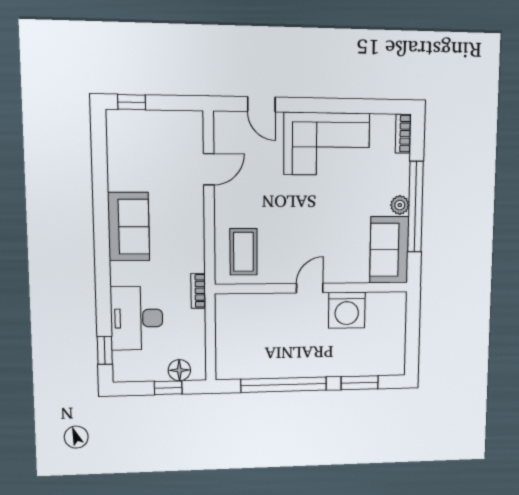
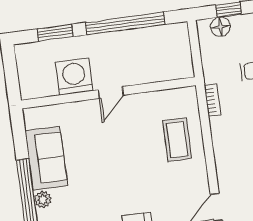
door: (310, 288) -> (111, 93), moved
wall: (312, 288) -> (108, 93), moved
washing machine: (347, 310) -> (74, 77), moved

